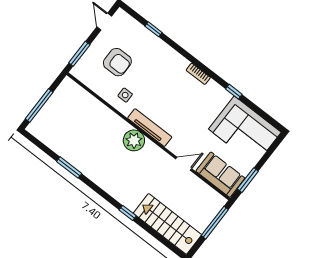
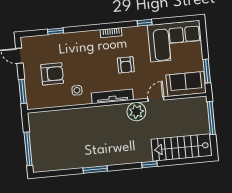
armchair: (185, 112) -> (126, 65), added
plant: (134, 140) -> (136, 112), moved
window: (69, 167) -> (95, 170), moved

